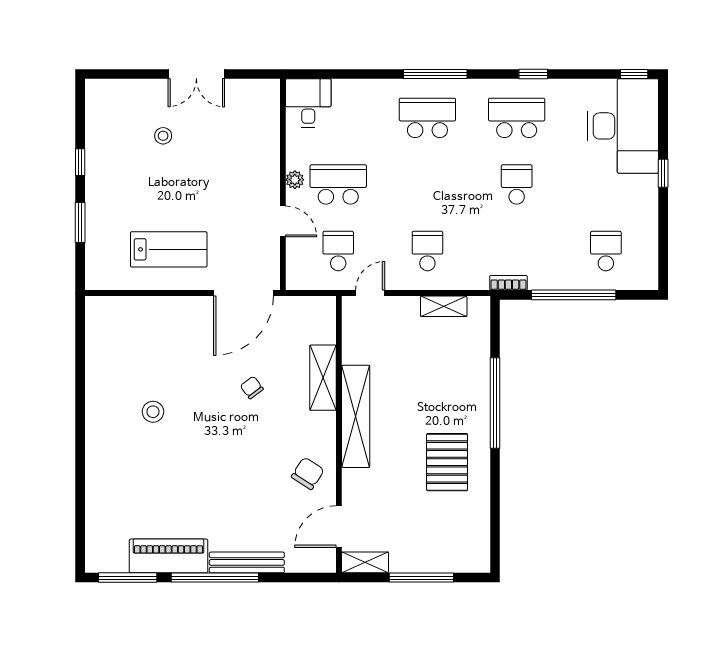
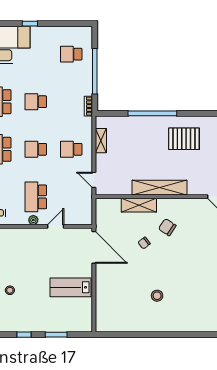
lab bench: (169, 249) -> (70, 287), turned -90
school desk: (338, 251) -> (36, 149), moved
chair: (308, 473) -> (167, 227), moved

